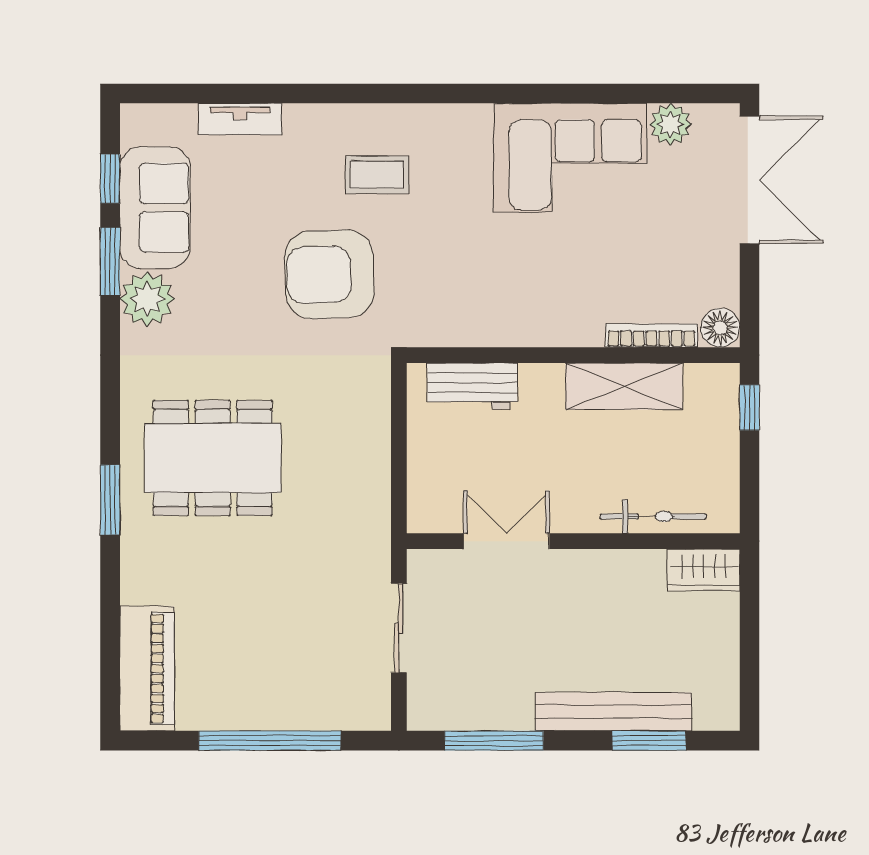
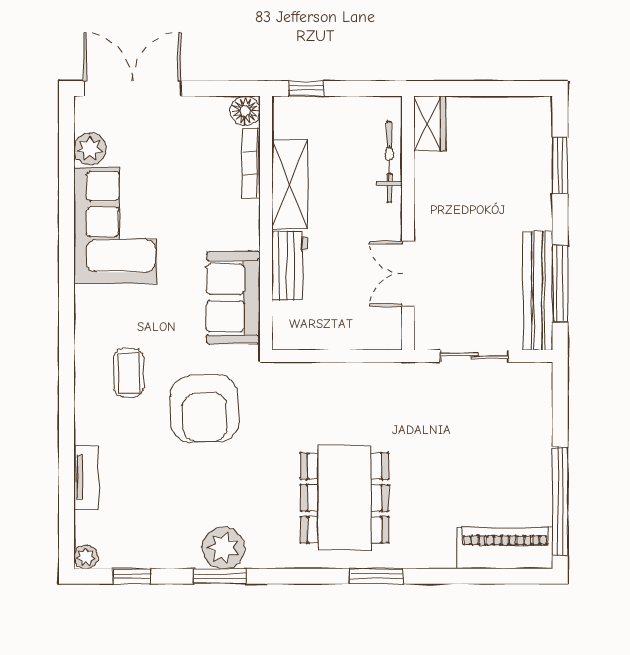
plant: (135, 119) -> (86, 557), added
sofa: (155, 208) -> (233, 298), moved, turned -90
window: (110, 261) -> (220, 576), moved
workbench: (472, 386) -> (290, 265), moved
bench: (613, 712) -> (538, 291), moved
window: (270, 741) -> (560, 501), moved

